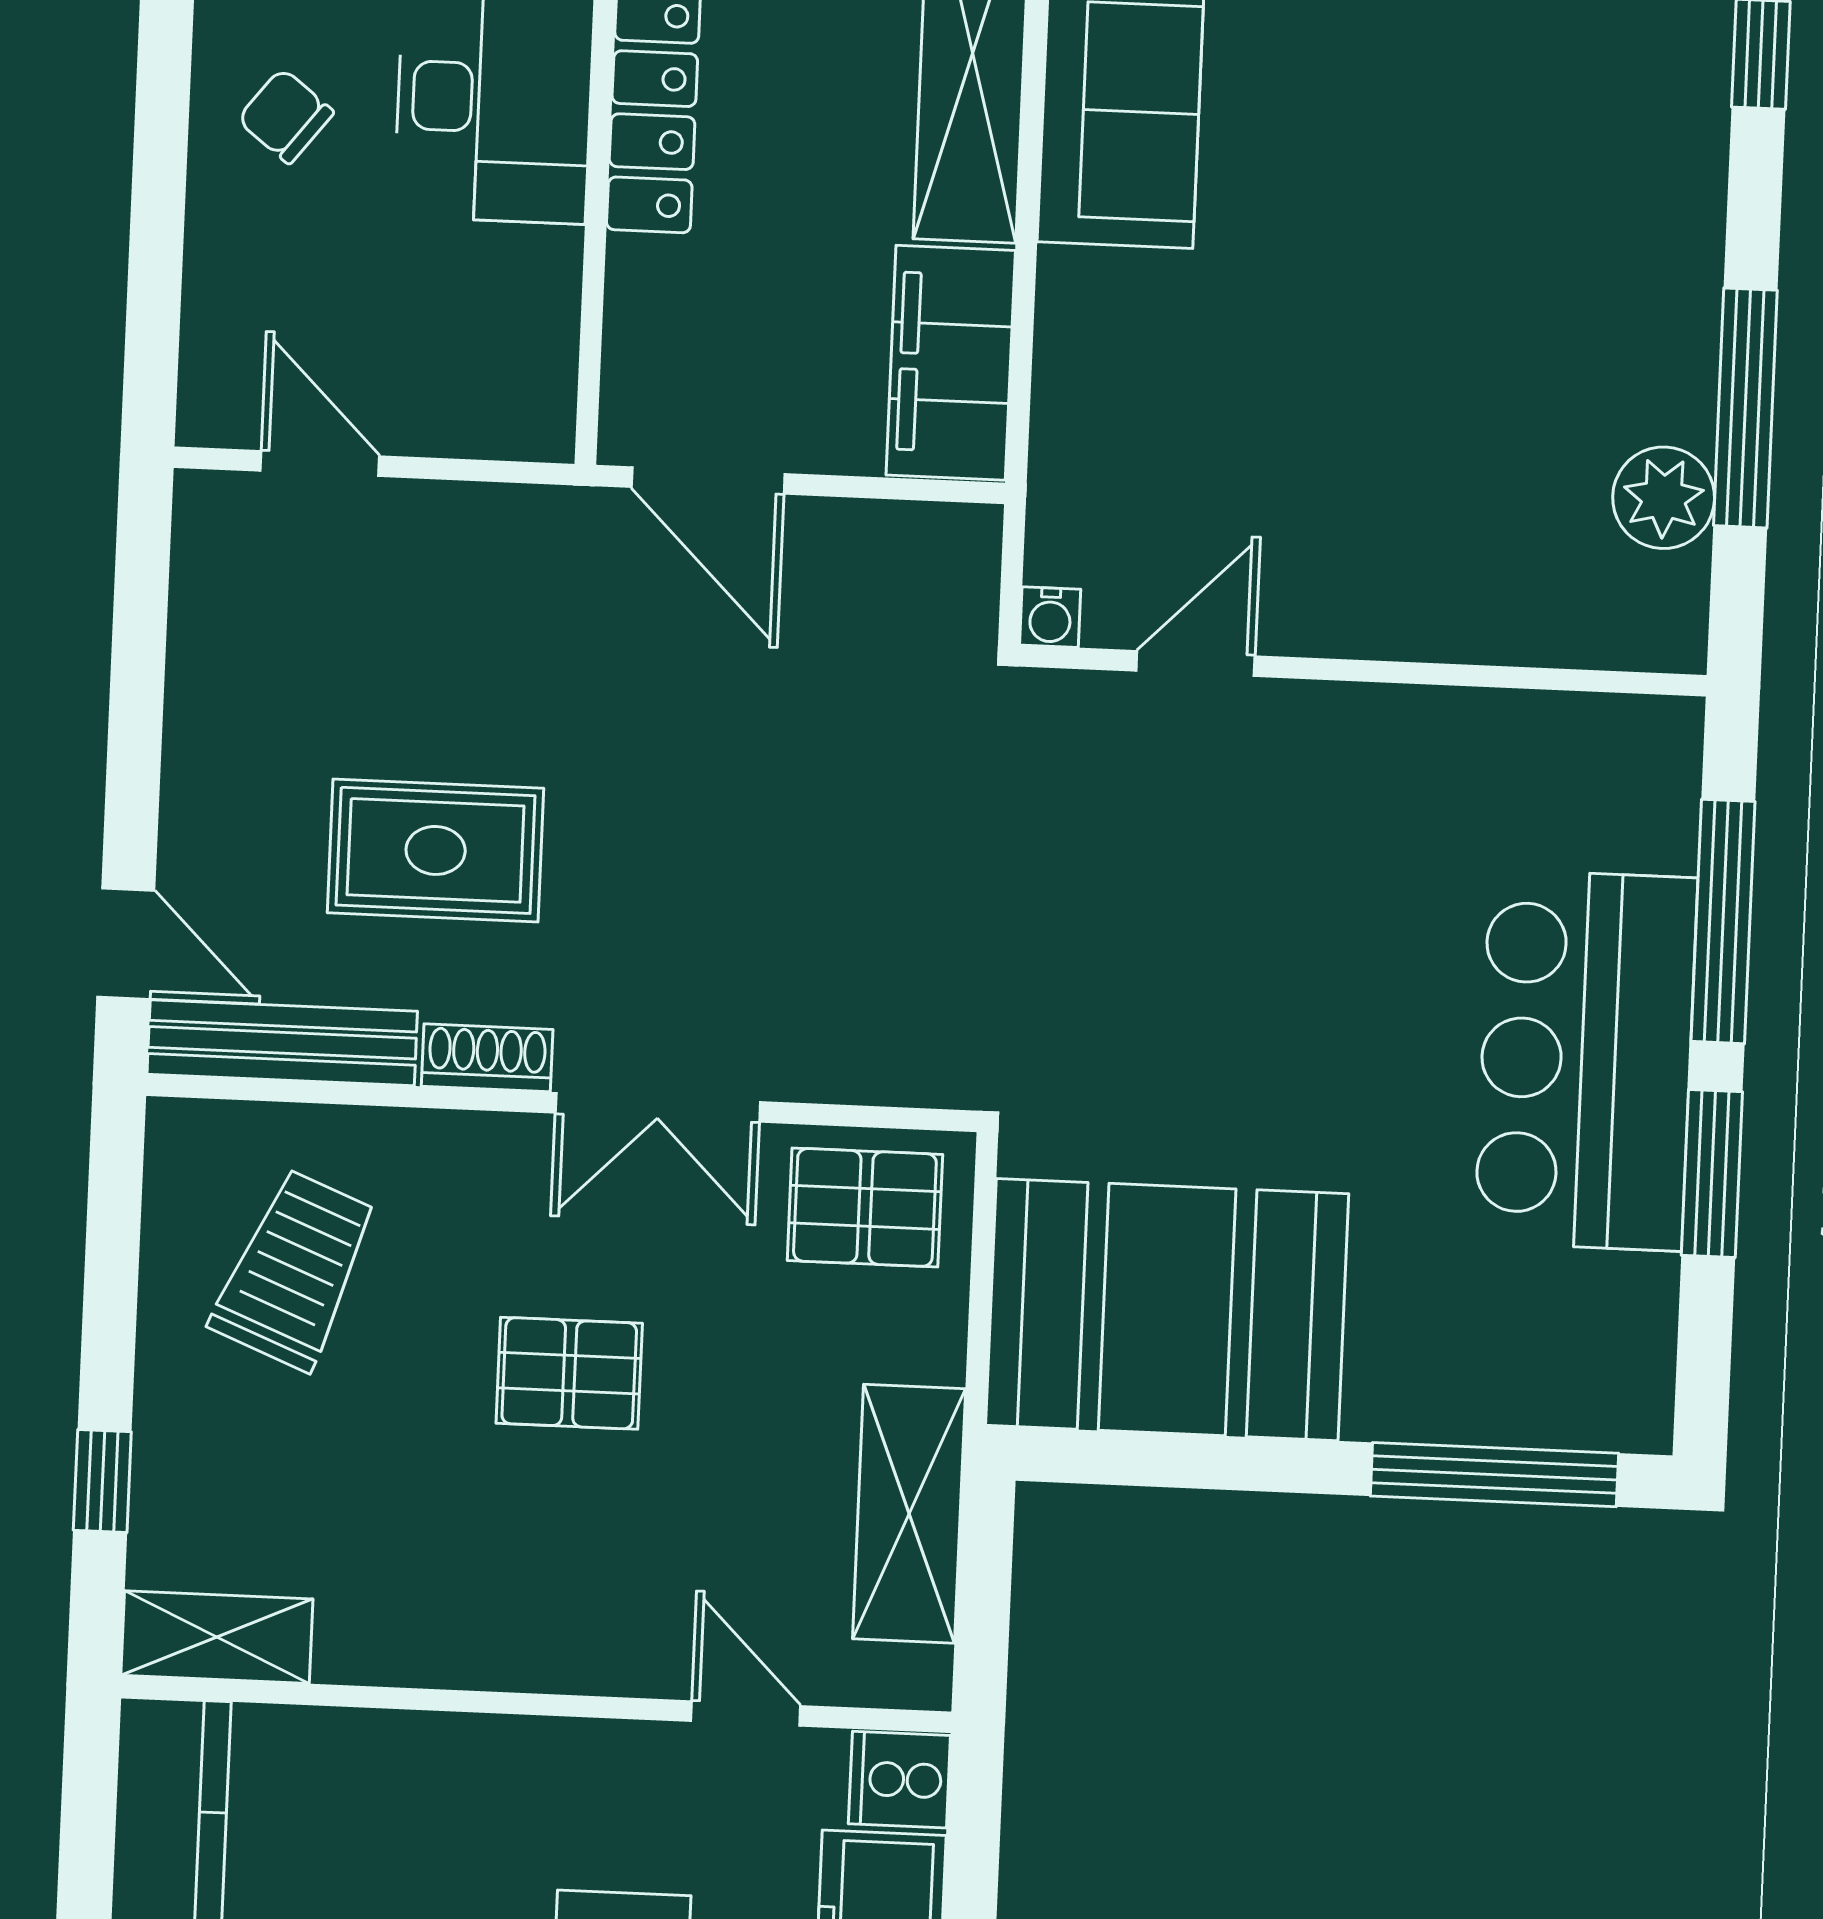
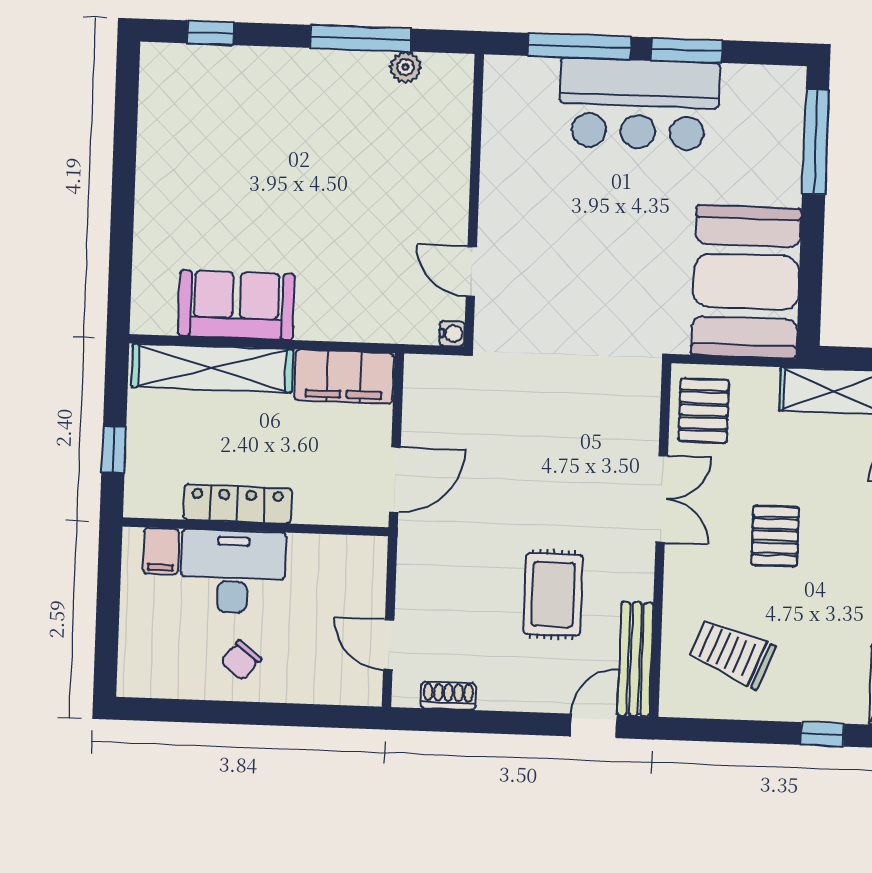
door: (320, 463) -> (389, 645), hinge flipped
plant: (1664, 498) -> (405, 67), width x0.73, depth x0.73
shoe rack: (487, 1058) -> (448, 696), moved, turned 90

